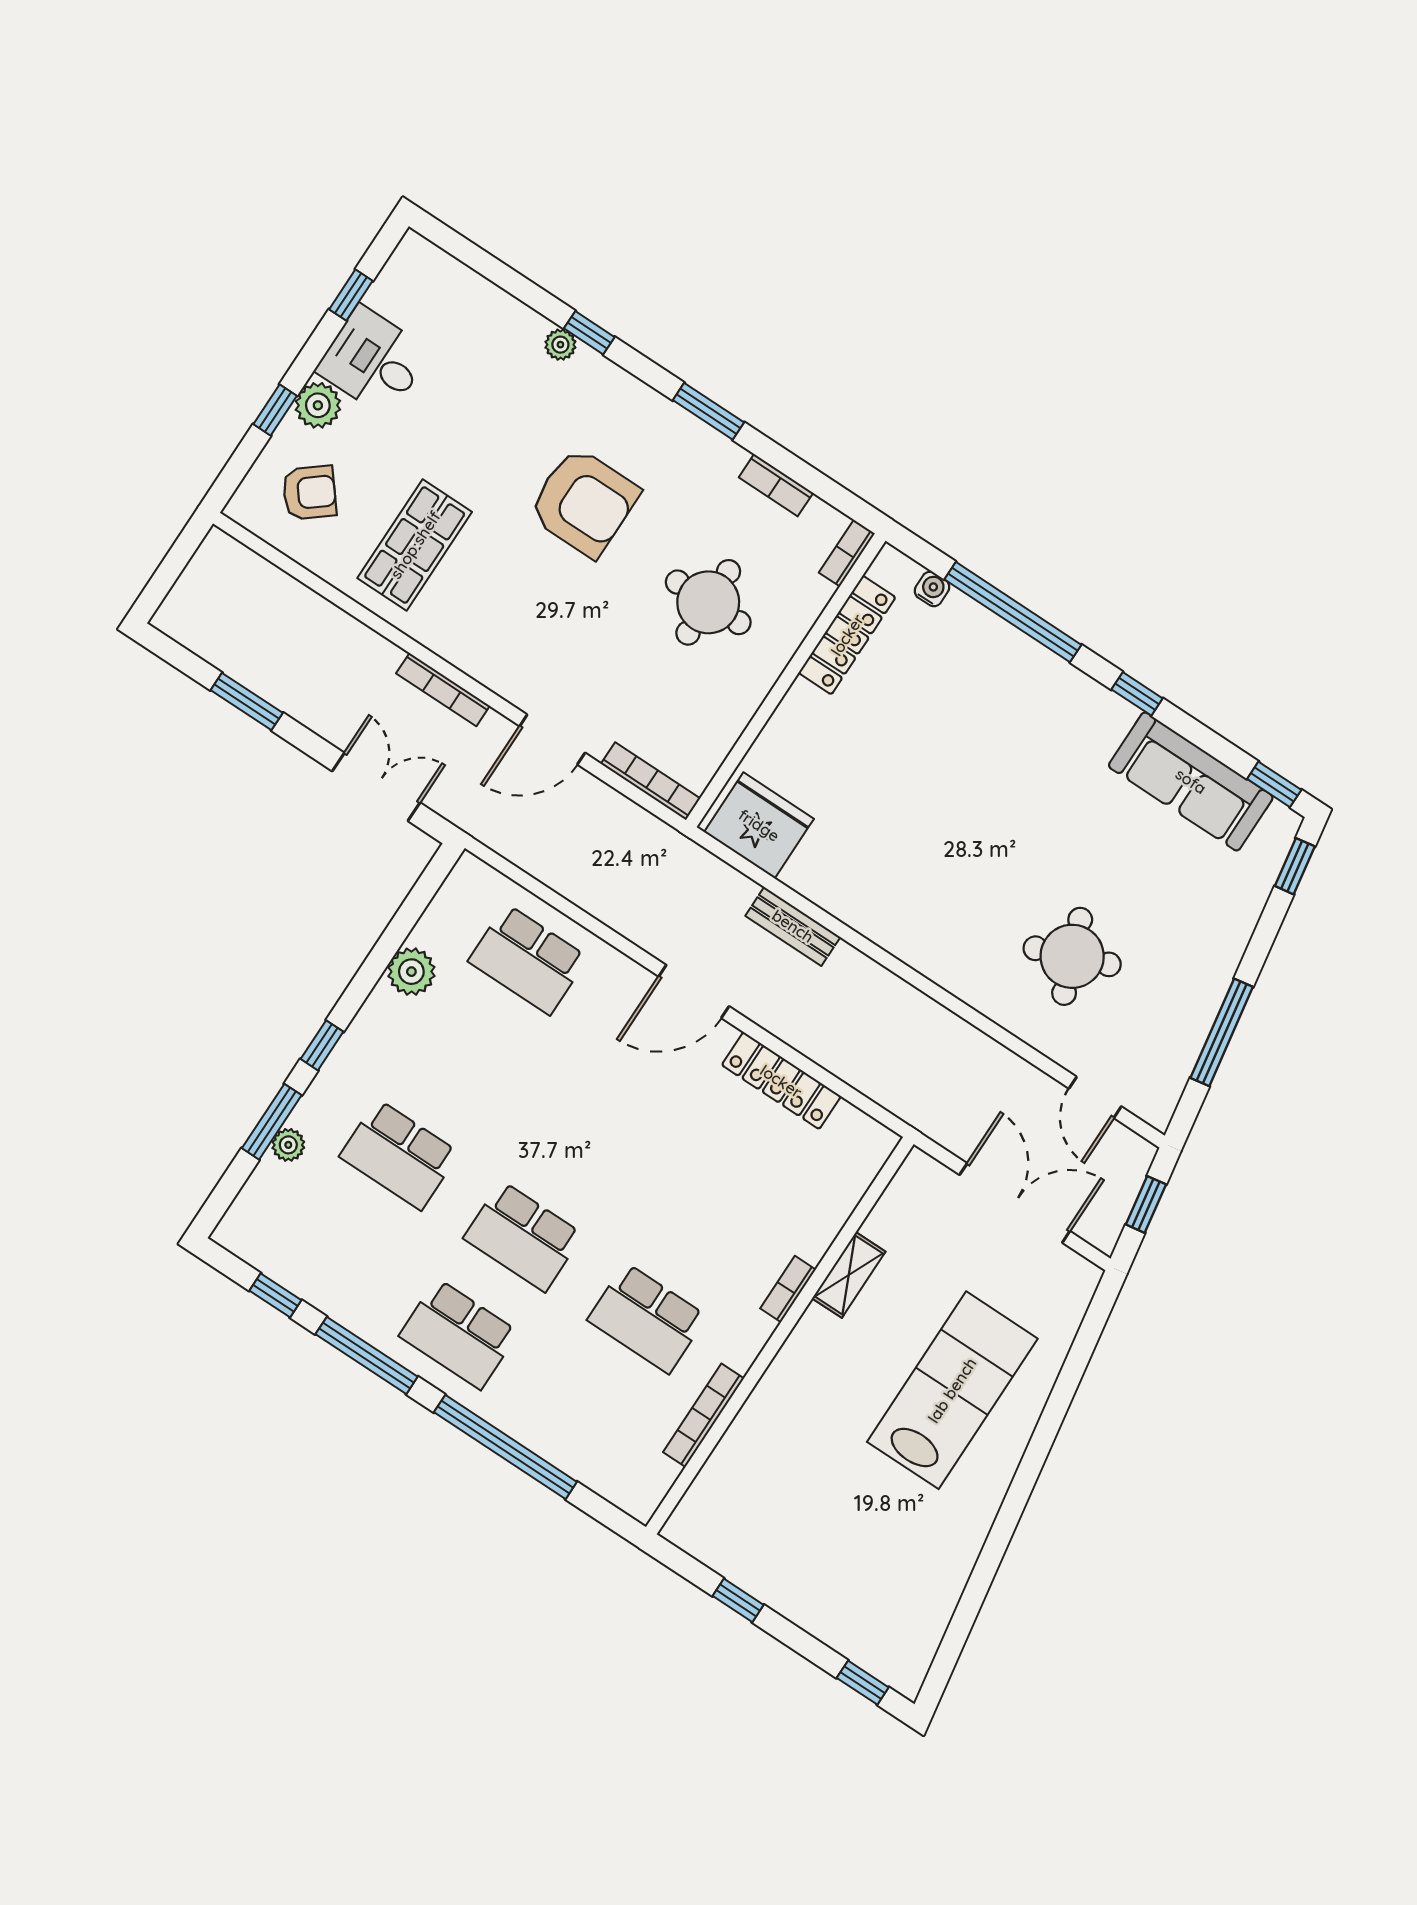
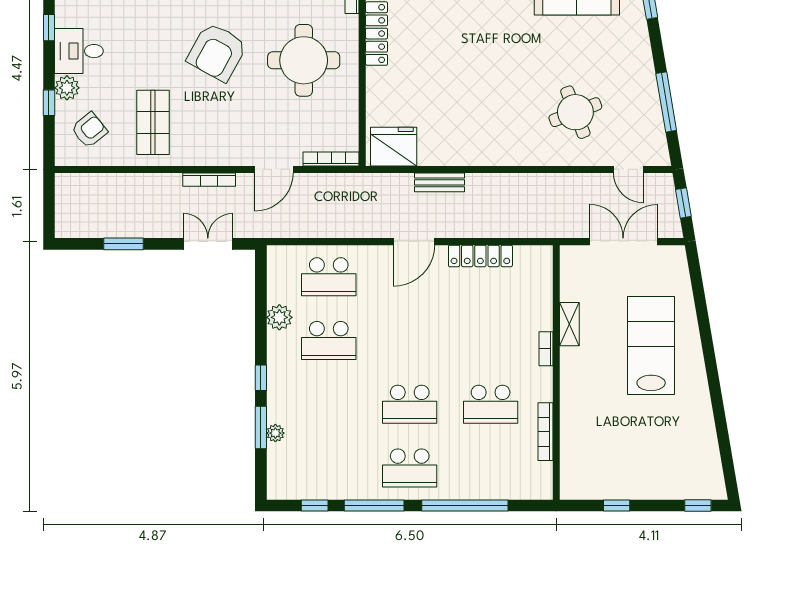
armchair: (584, 502) -> (217, 52), turned 119
round table: (708, 602) -> (304, 60), width x1.36, depth x1.36
school desk: (399, 1155) -> (329, 341), moved

